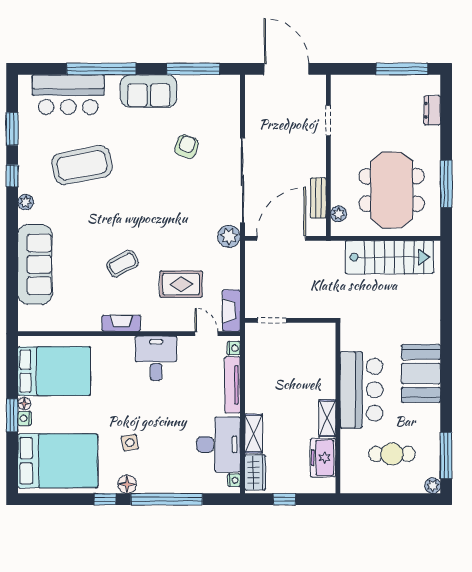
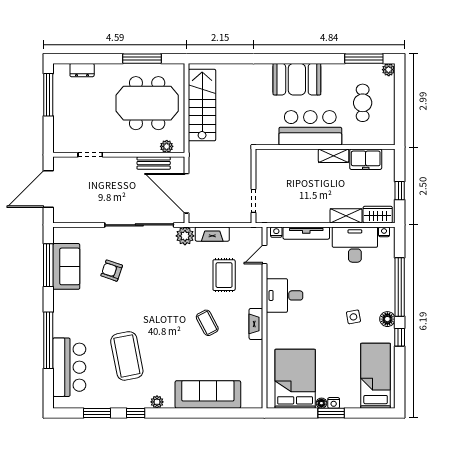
sofa: (149, 91) -> (66, 266), moved
fireplace: (231, 311) -> (212, 234), moved
bed: (58, 461) -> (376, 376), width x0.67

